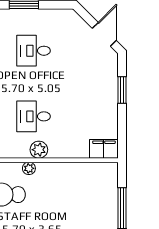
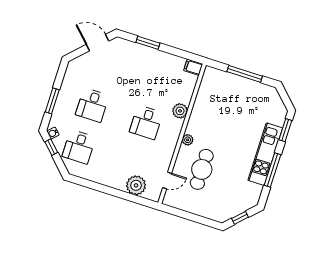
filing cabinet: (104, 149) -> (193, 67), width x0.50
plant: (39, 150) -> (180, 111), moved

